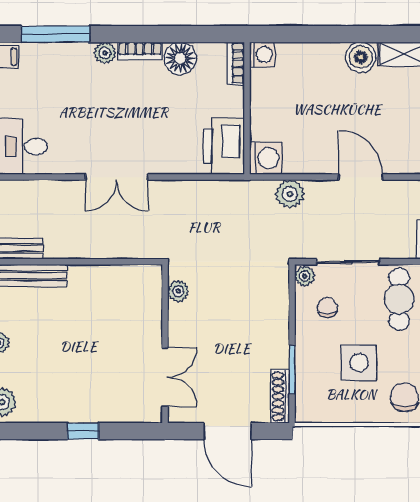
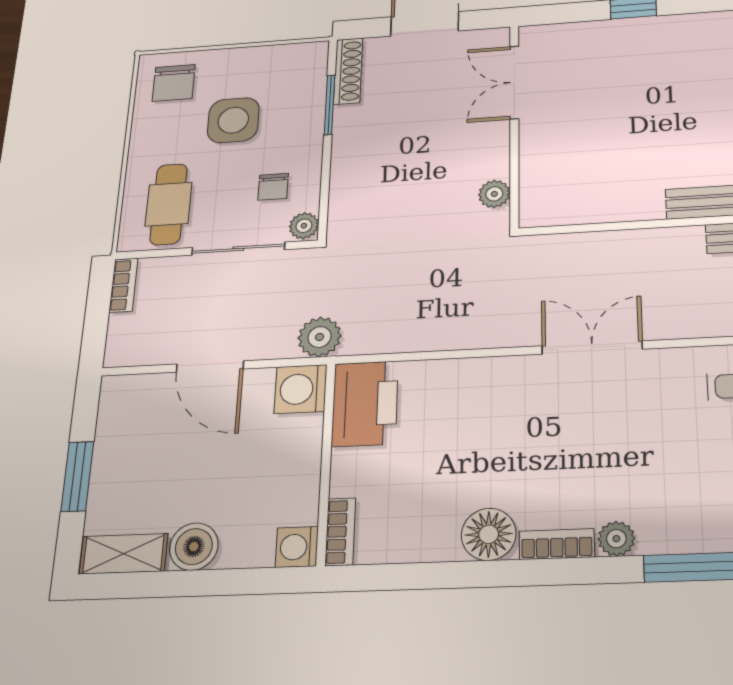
washing machine: (262, 55) -> (297, 547), moved
bookcase: (236, 63) -> (340, 532), moved
wall: (247, 108) -> (326, 462), moved
printer: (224, 146) -> (365, 404), moved
washing machine: (266, 158) -> (301, 389), moved

